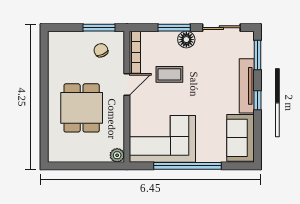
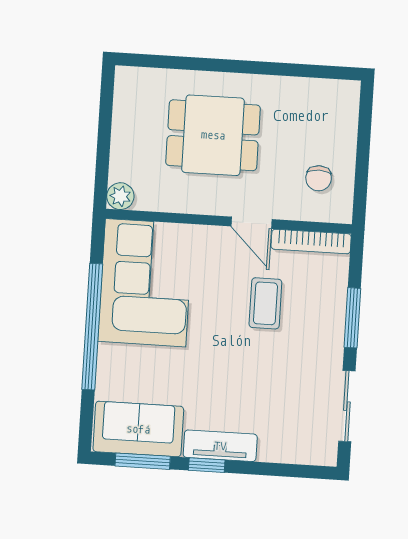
window: (99, 28) -> (361, 177), removed
floor lamp: (186, 40) -> (329, 339), removed
chair: (101, 50) -> (319, 178), turned 114
window: (257, 55) -> (143, 461), moved
tv unit: (247, 86) -> (220, 446), width x0.71

